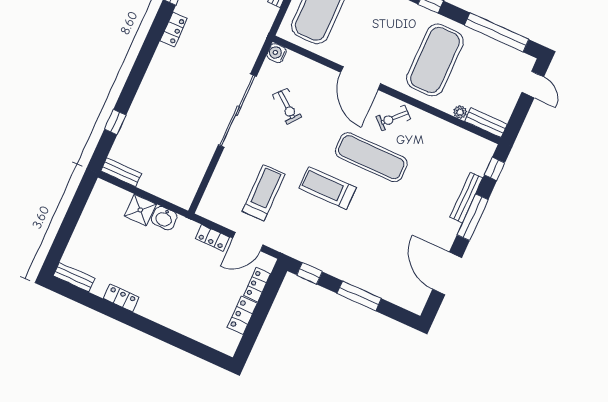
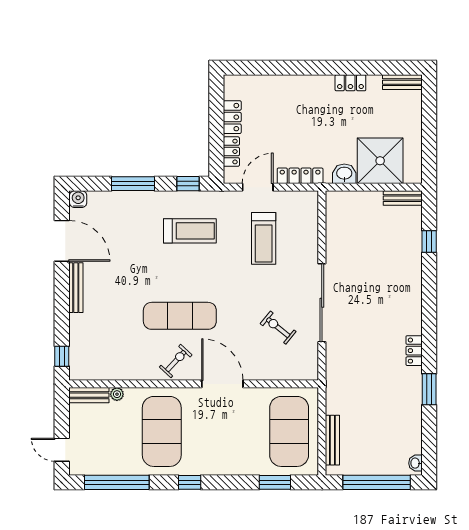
water cooler: (277, 53) -> (78, 199), moved, turned -90
treadmill: (328, 188) -> (190, 231), moved
bench: (466, 197) -> (76, 288), moved
shower: (140, 210) -> (380, 161), width x1.86, depth x1.86
window: (473, 217) -> (62, 303), removed
locker: (212, 238) -> (300, 176), width x1.53

